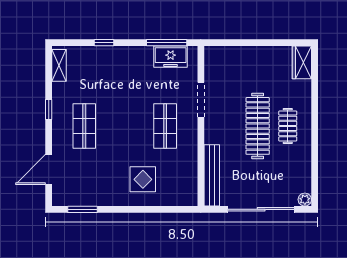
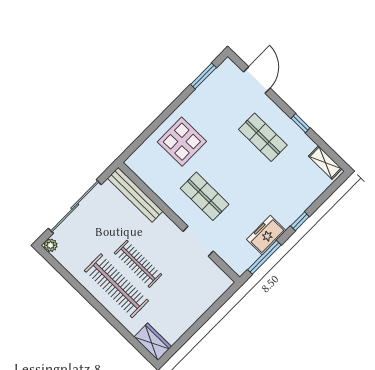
window: (104, 43) -> (300, 221), moved
freezer: (171, 57) -> (266, 235), moved
clothes rail: (258, 126) -> (138, 264), width x0.73, depth x0.76
clothes rail: (288, 126) -> (116, 286), width x1.86, depth x1.31
display table: (143, 179) -> (182, 142), width x1.36, depth x1.36

